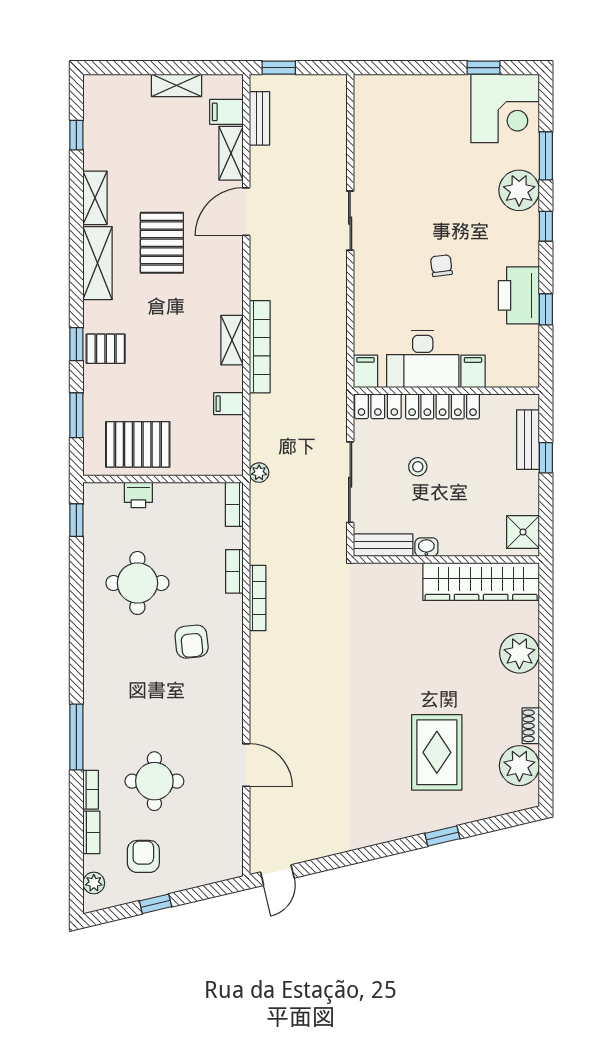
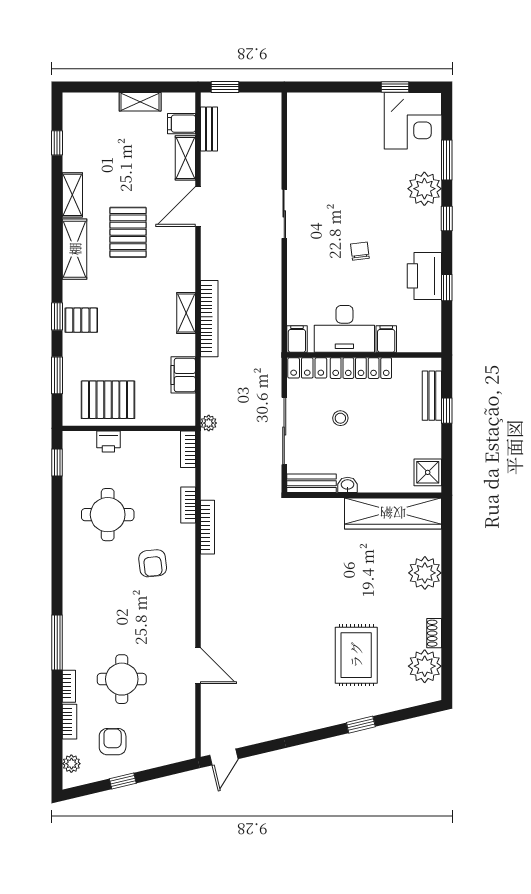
filing cabinet: (228, 404) -> (183, 375), width x2.00

